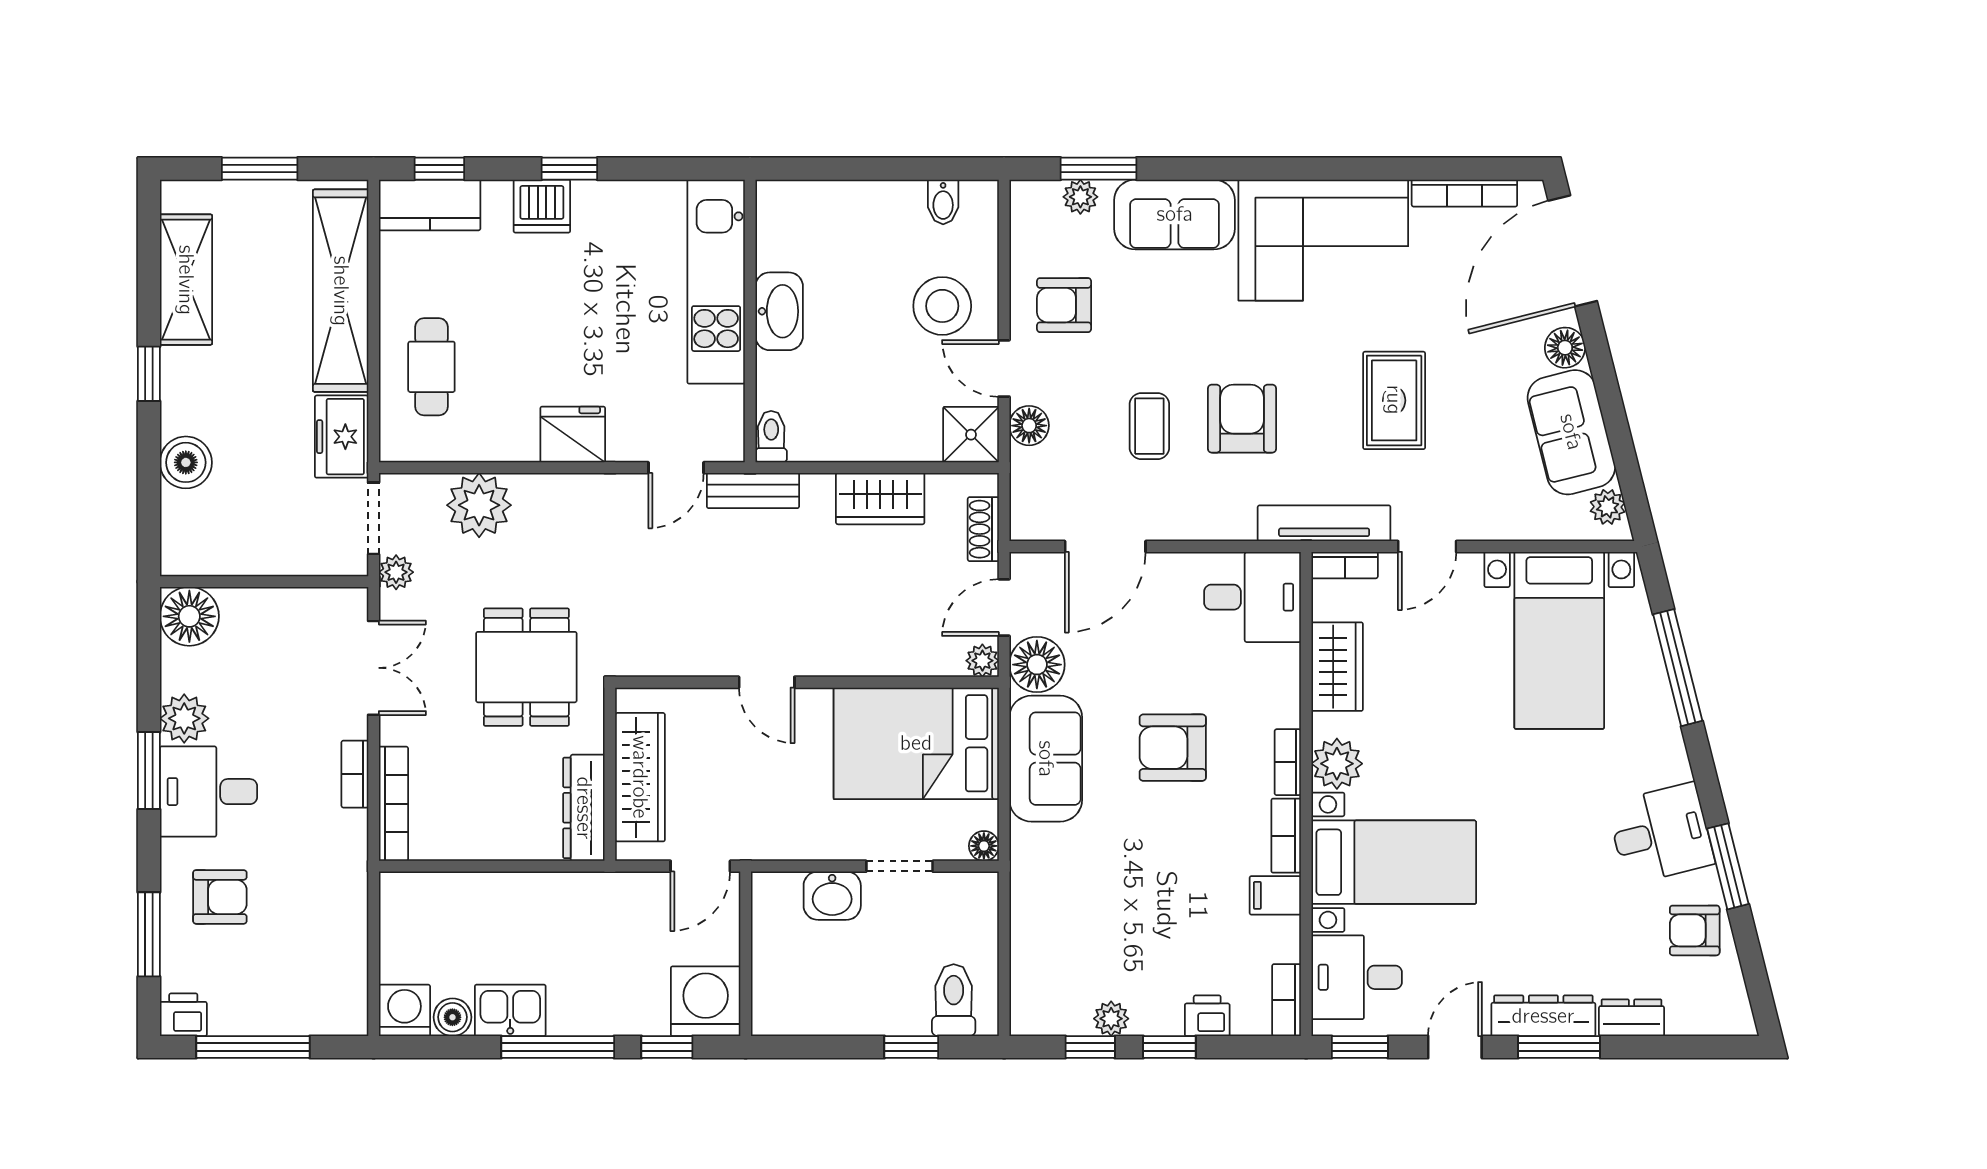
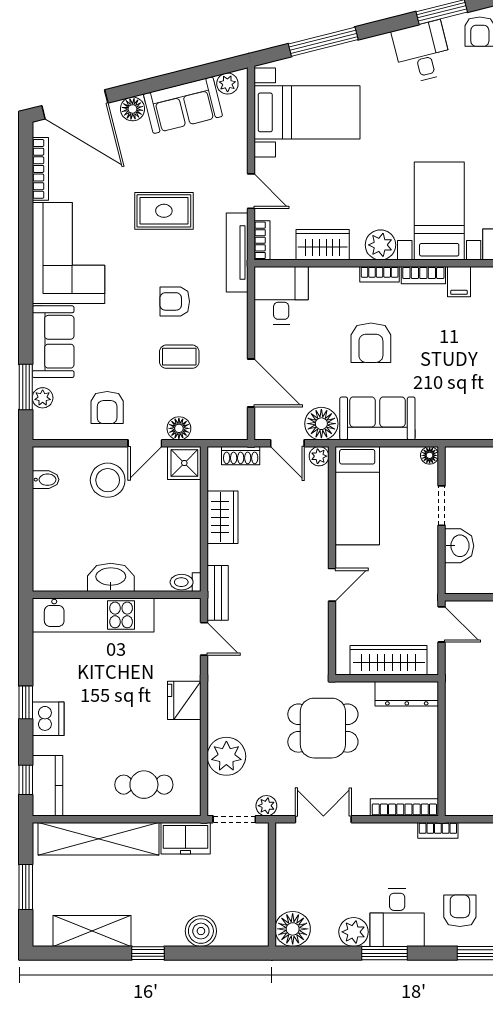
armchair: (1242, 419) -> (175, 301), width x0.72, depth x0.72
bed: (916, 743) -> (357, 496), width x0.67
bookcase: (355, 774) -> (438, 830), moved

